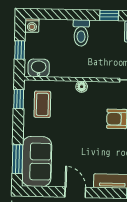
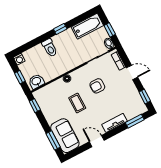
coffee table: (42, 104) -> (77, 103), moved

